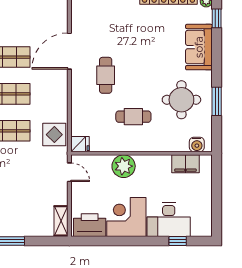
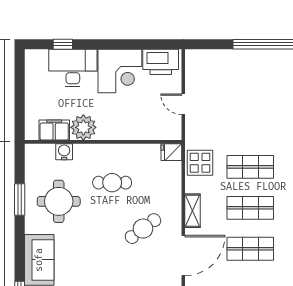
cafe table: (106, 75) -> (143, 229), turned 53
water cooler: (197, 144) -> (64, 152), moved
plant: (124, 166) -> (83, 127), moved
door: (69, 172) -> (183, 104), moved
shelving: (61, 221) -> (193, 211), moved

